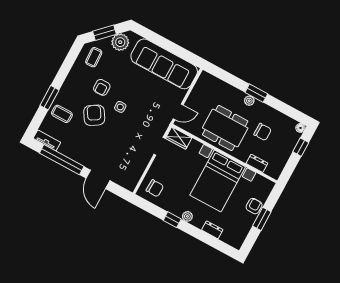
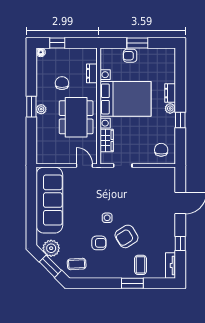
wardrobe: (179, 138) -> (107, 140), moved
window: (62, 160) -> (180, 244), width x0.32
dresser: (212, 230) -> (170, 93), moved

